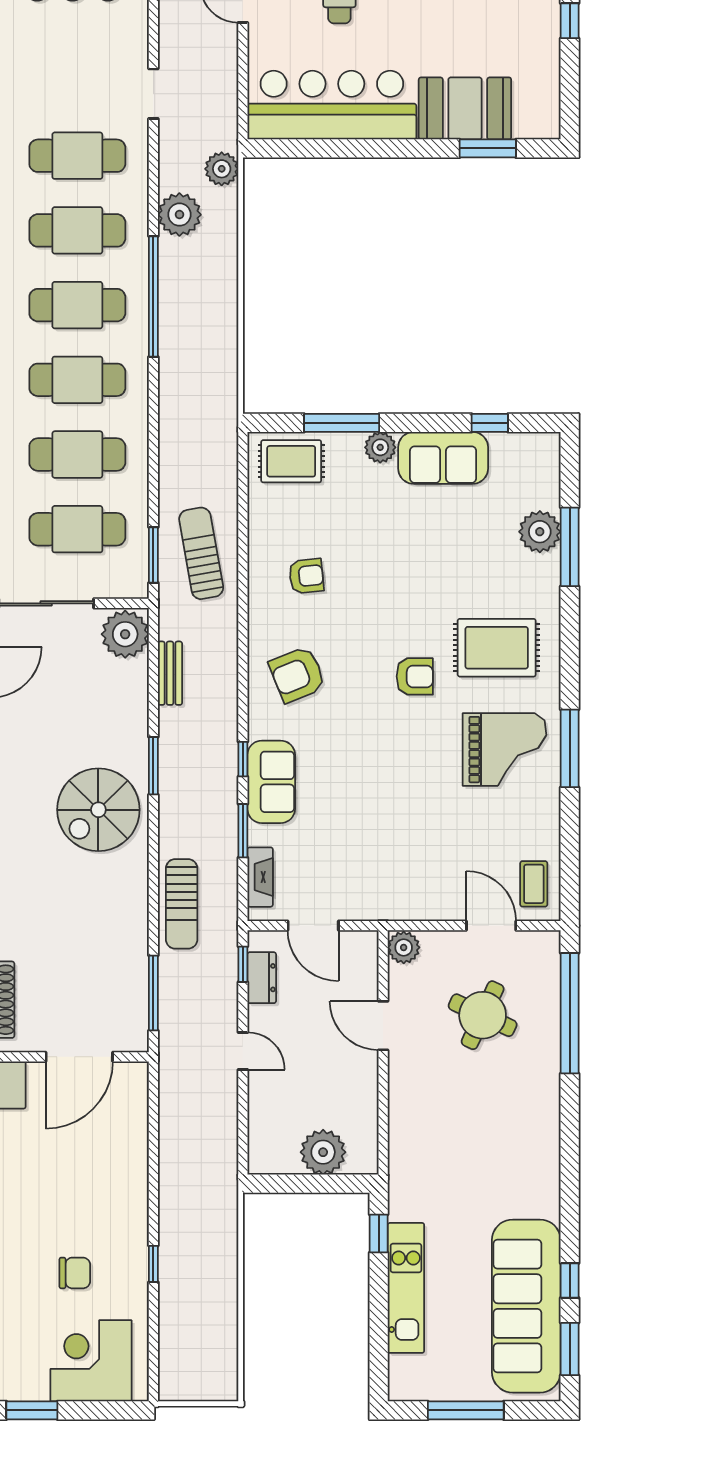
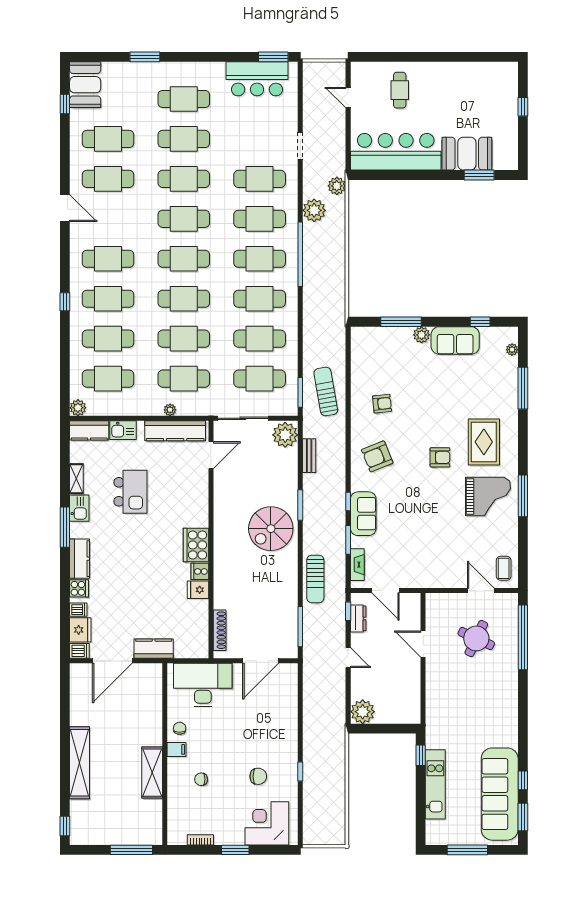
rug: (291, 461) -> (374, 342), removed
plant: (540, 532) -> (512, 350), moved, width x0.53, depth x0.53
rug: (497, 648) -> (484, 442), turned 90
plant: (404, 947) -> (434, 602), removed
plant: (323, 1152) -> (363, 712), moved

